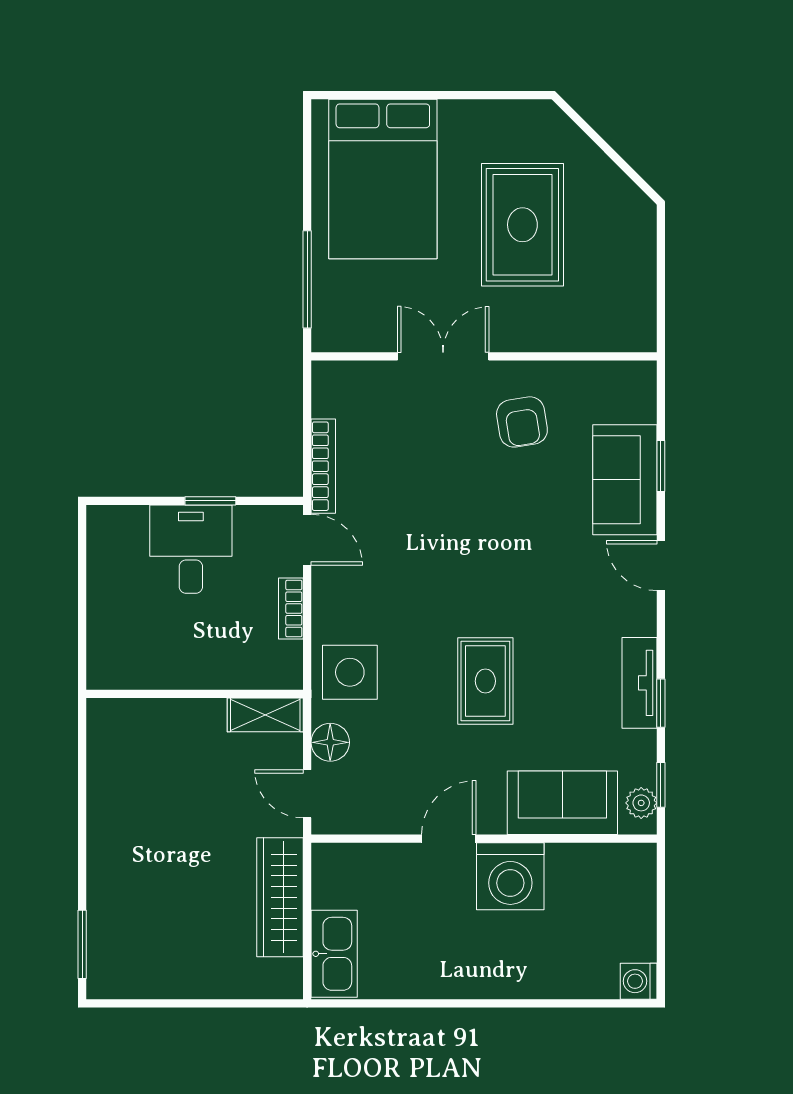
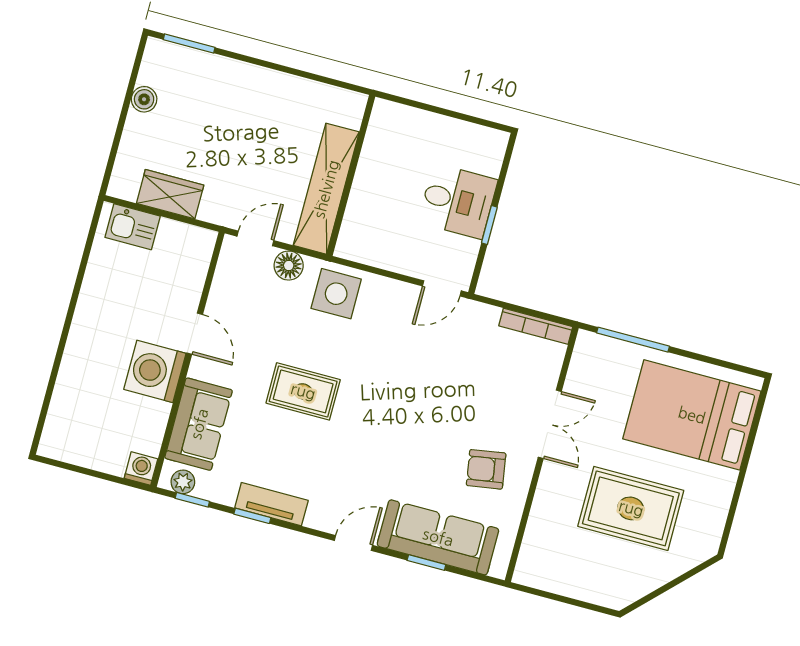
bookcase: (323, 466) -> (536, 326), moved
sofa: (625, 480) -> (438, 537), width x1.36
bookcase: (291, 608) -> (395, 263), removed
shelving: (265, 715) -> (326, 189), width x2.20, depth x1.33
wardrobe: (280, 897) -> (170, 194), width x0.67
kitchen sink: (334, 954) -> (133, 227), width x0.73
washing machine: (639, 981) -> (141, 469), moved
boiler: (168, 983) -> (144, 99), added

